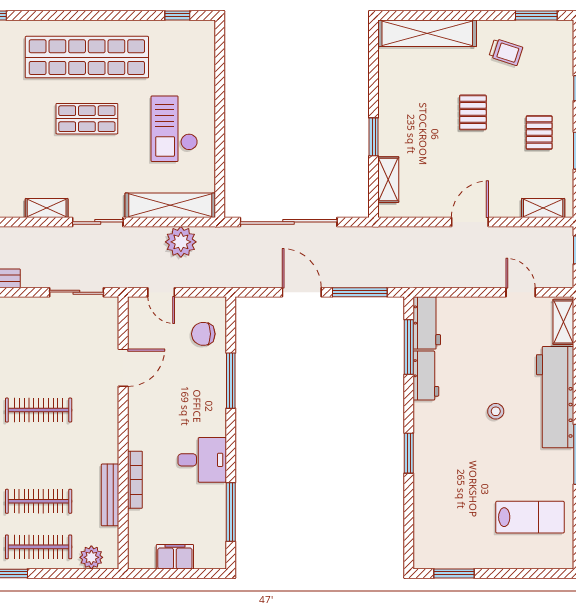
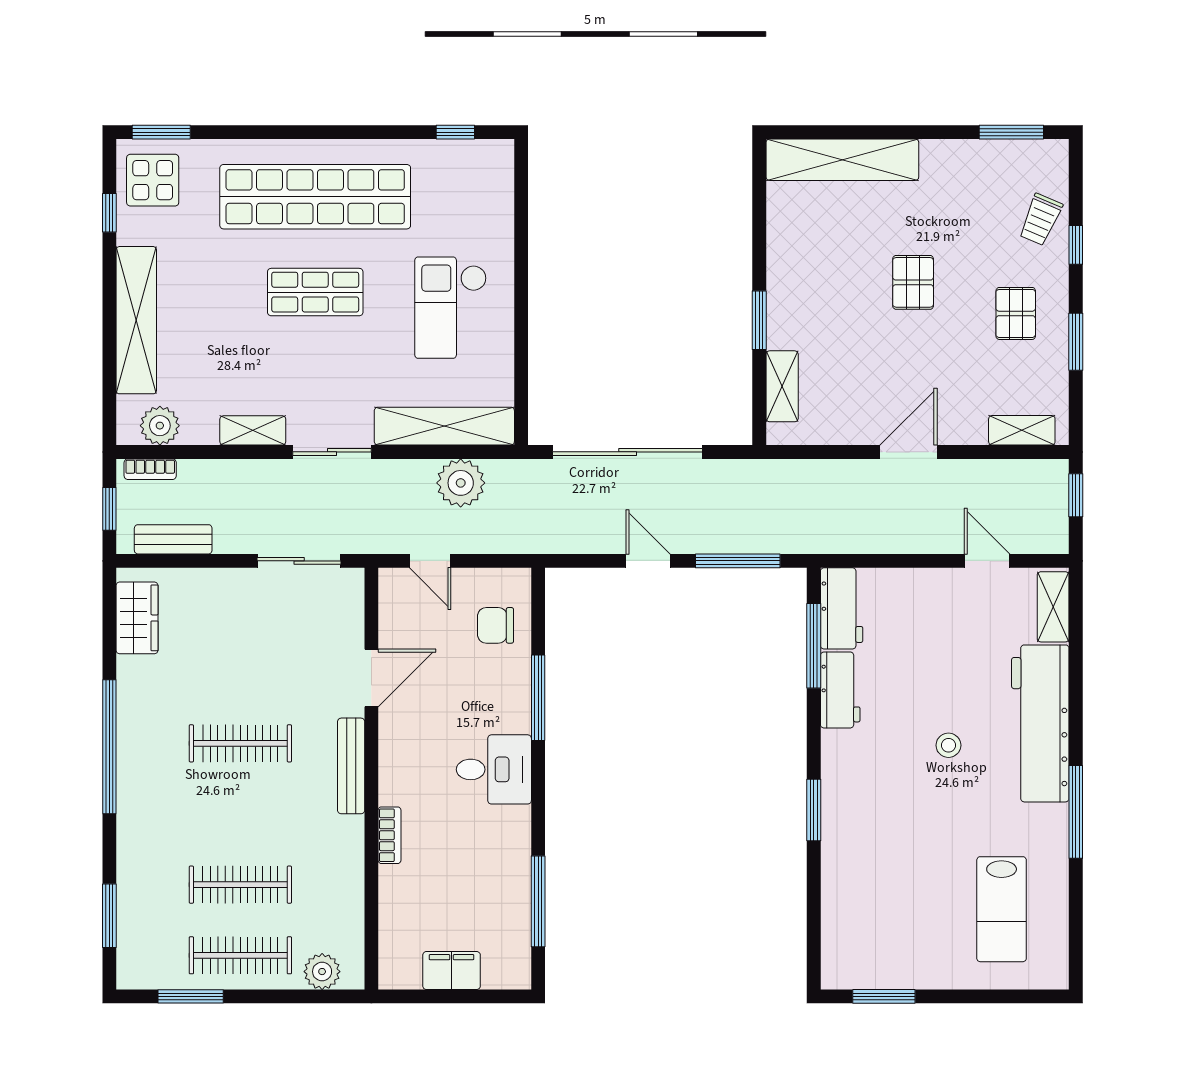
trolley: (506, 52) -> (1041, 220), moved, turned 95
door: (302, 292) -> (648, 561), width x0.73
desk: (202, 460) -> (494, 769), moved
bookcase: (135, 480) -> (390, 835), width x0.64
bench: (110, 495) -> (351, 766), moved
lab bench: (530, 517) -> (1002, 909), turned 90

